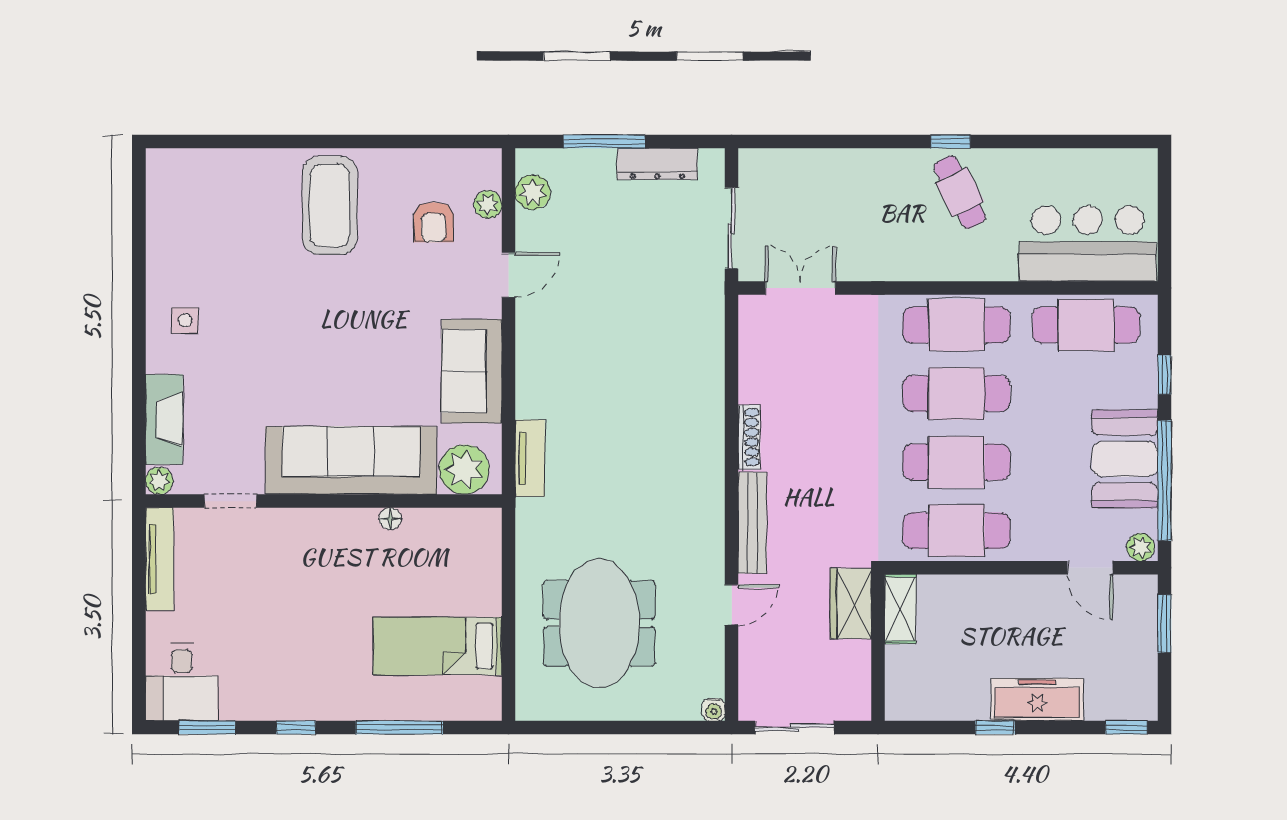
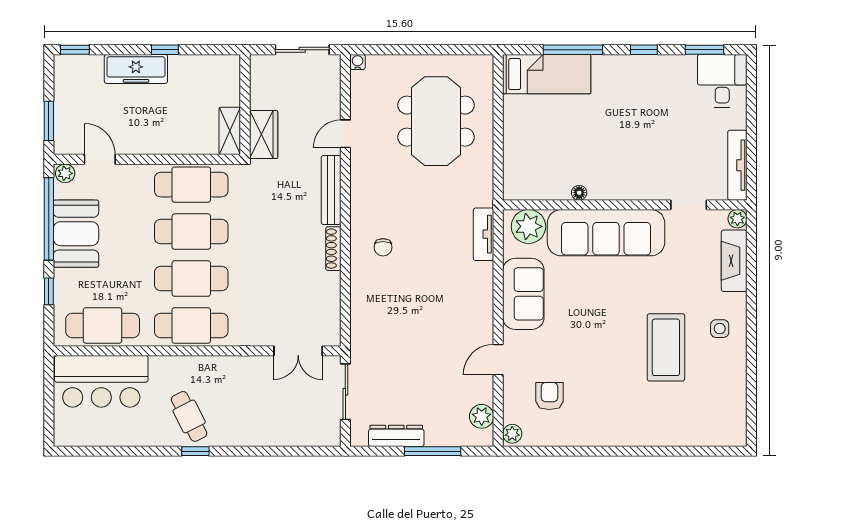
plant: (488, 204) -> (512, 434), moved
coffee table: (330, 206) -> (666, 347), moved
chair: (677, 439) -> (383, 247), added
bed: (438, 646) -> (547, 74), moved

